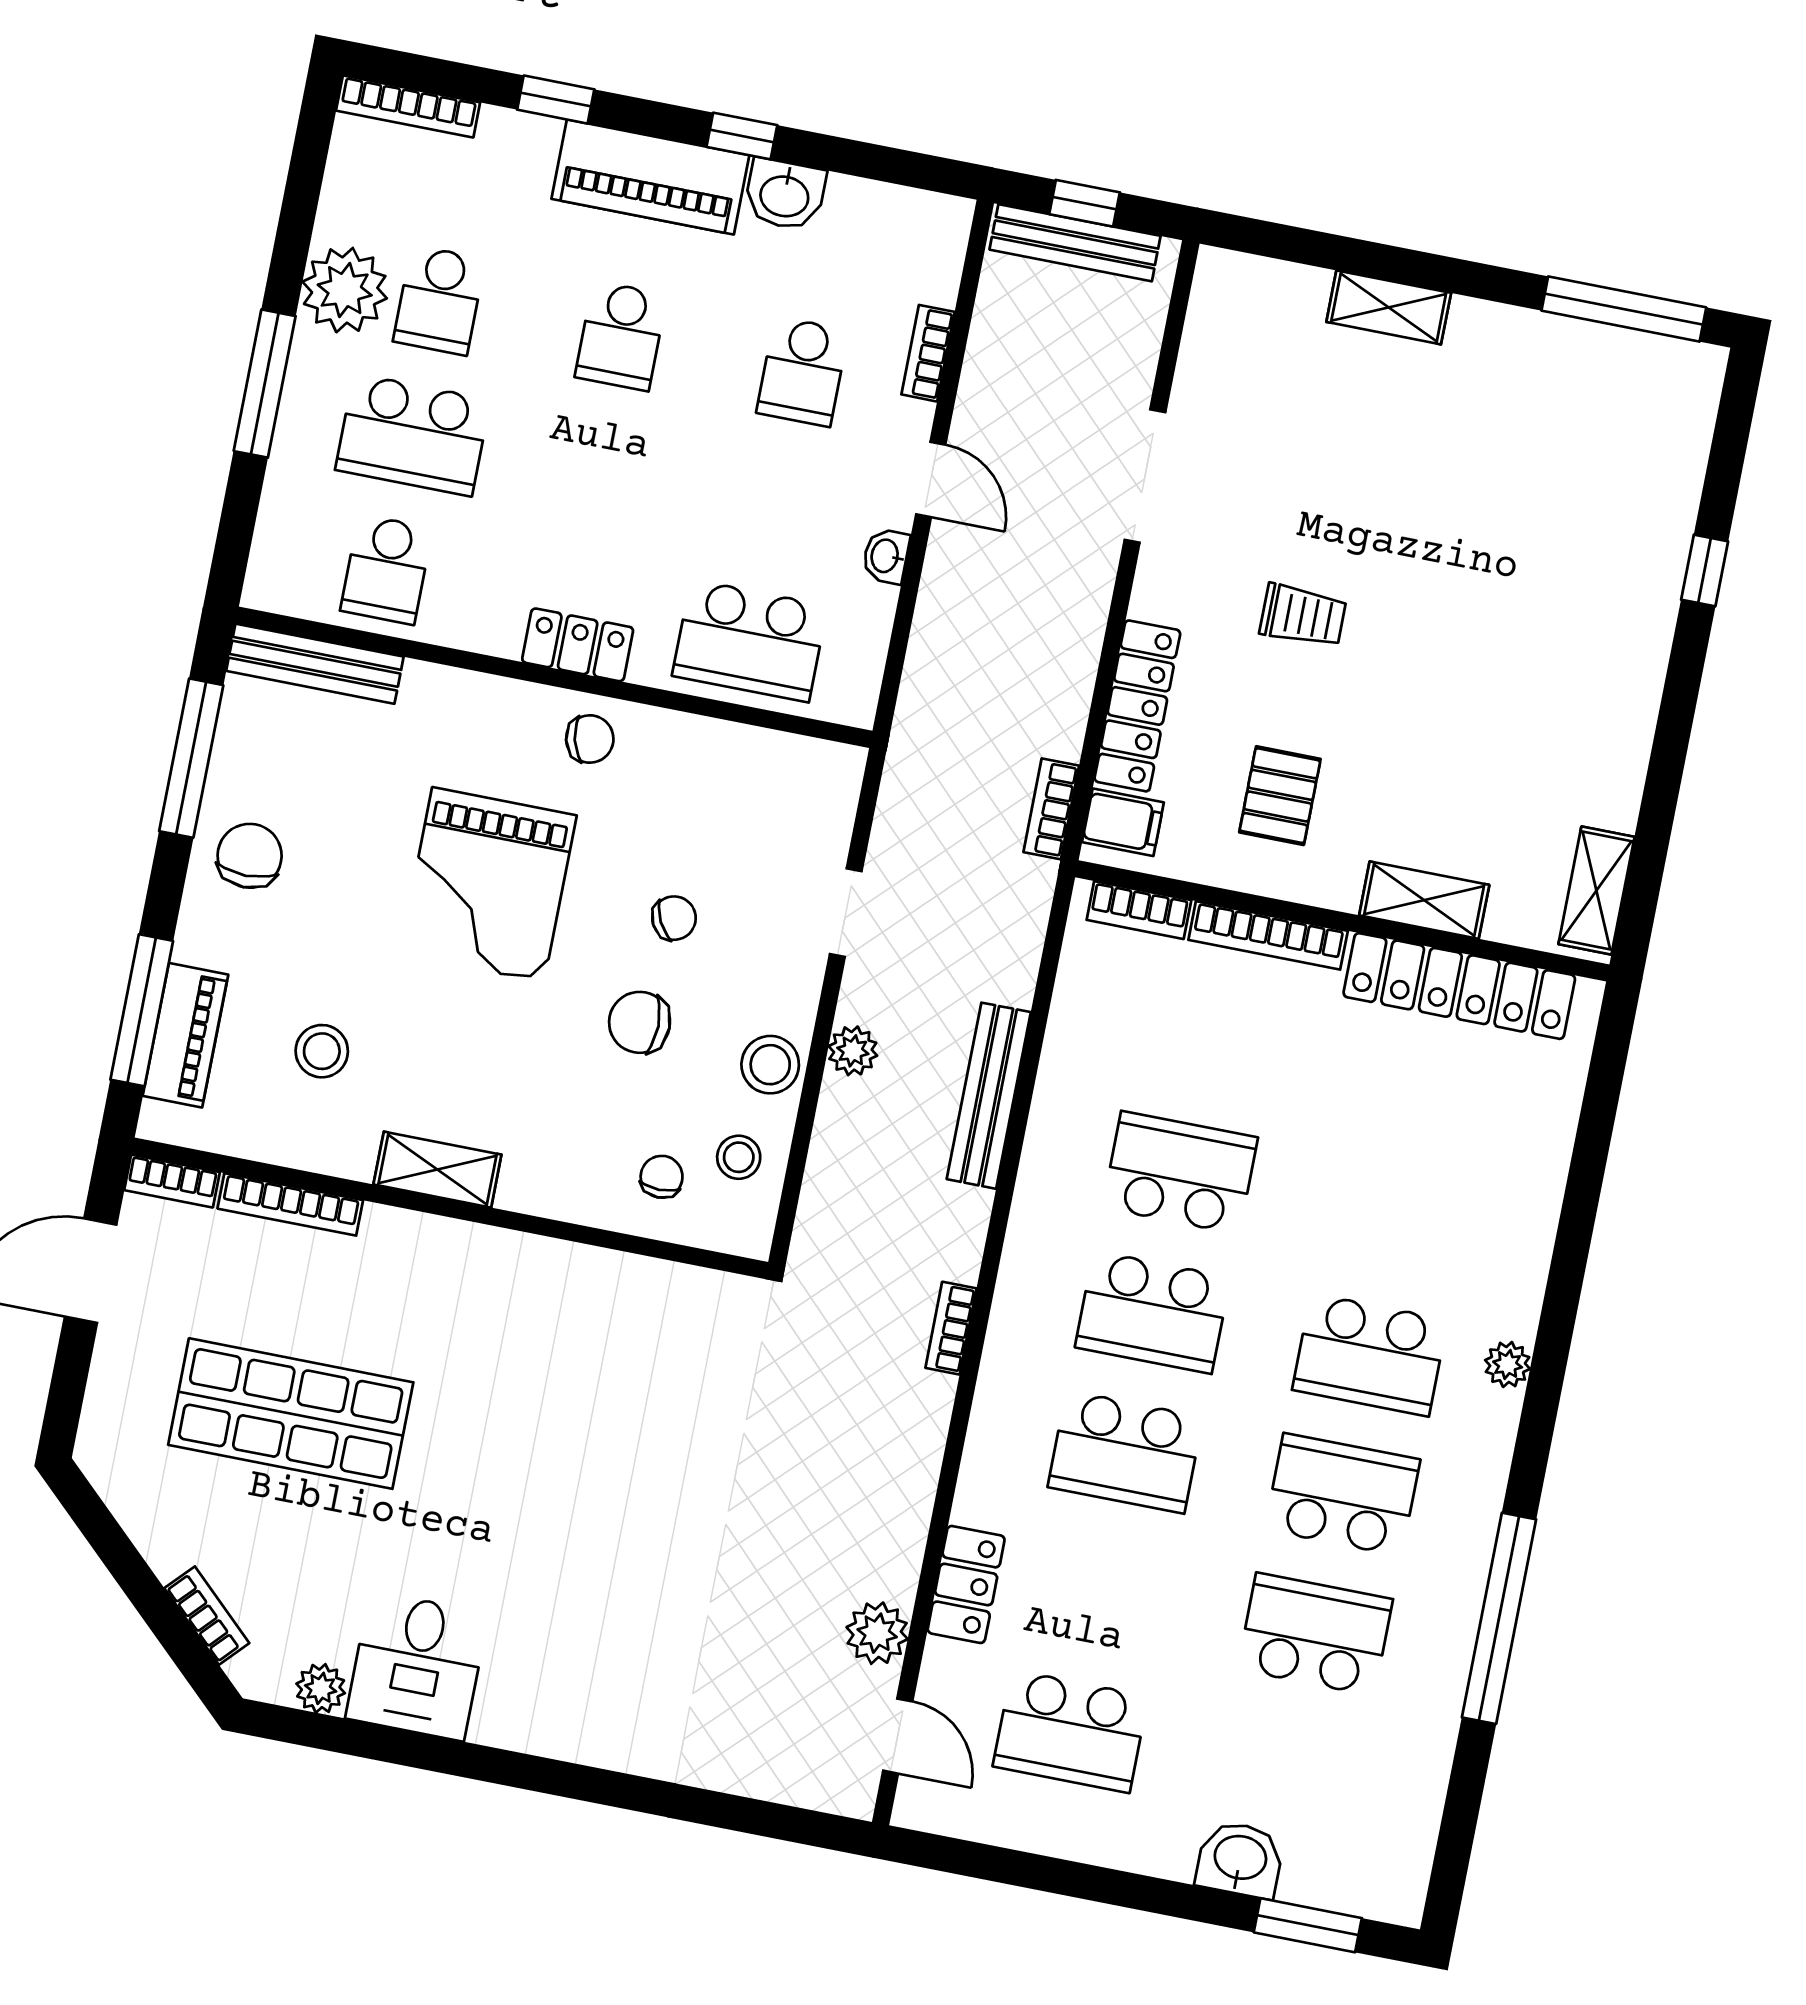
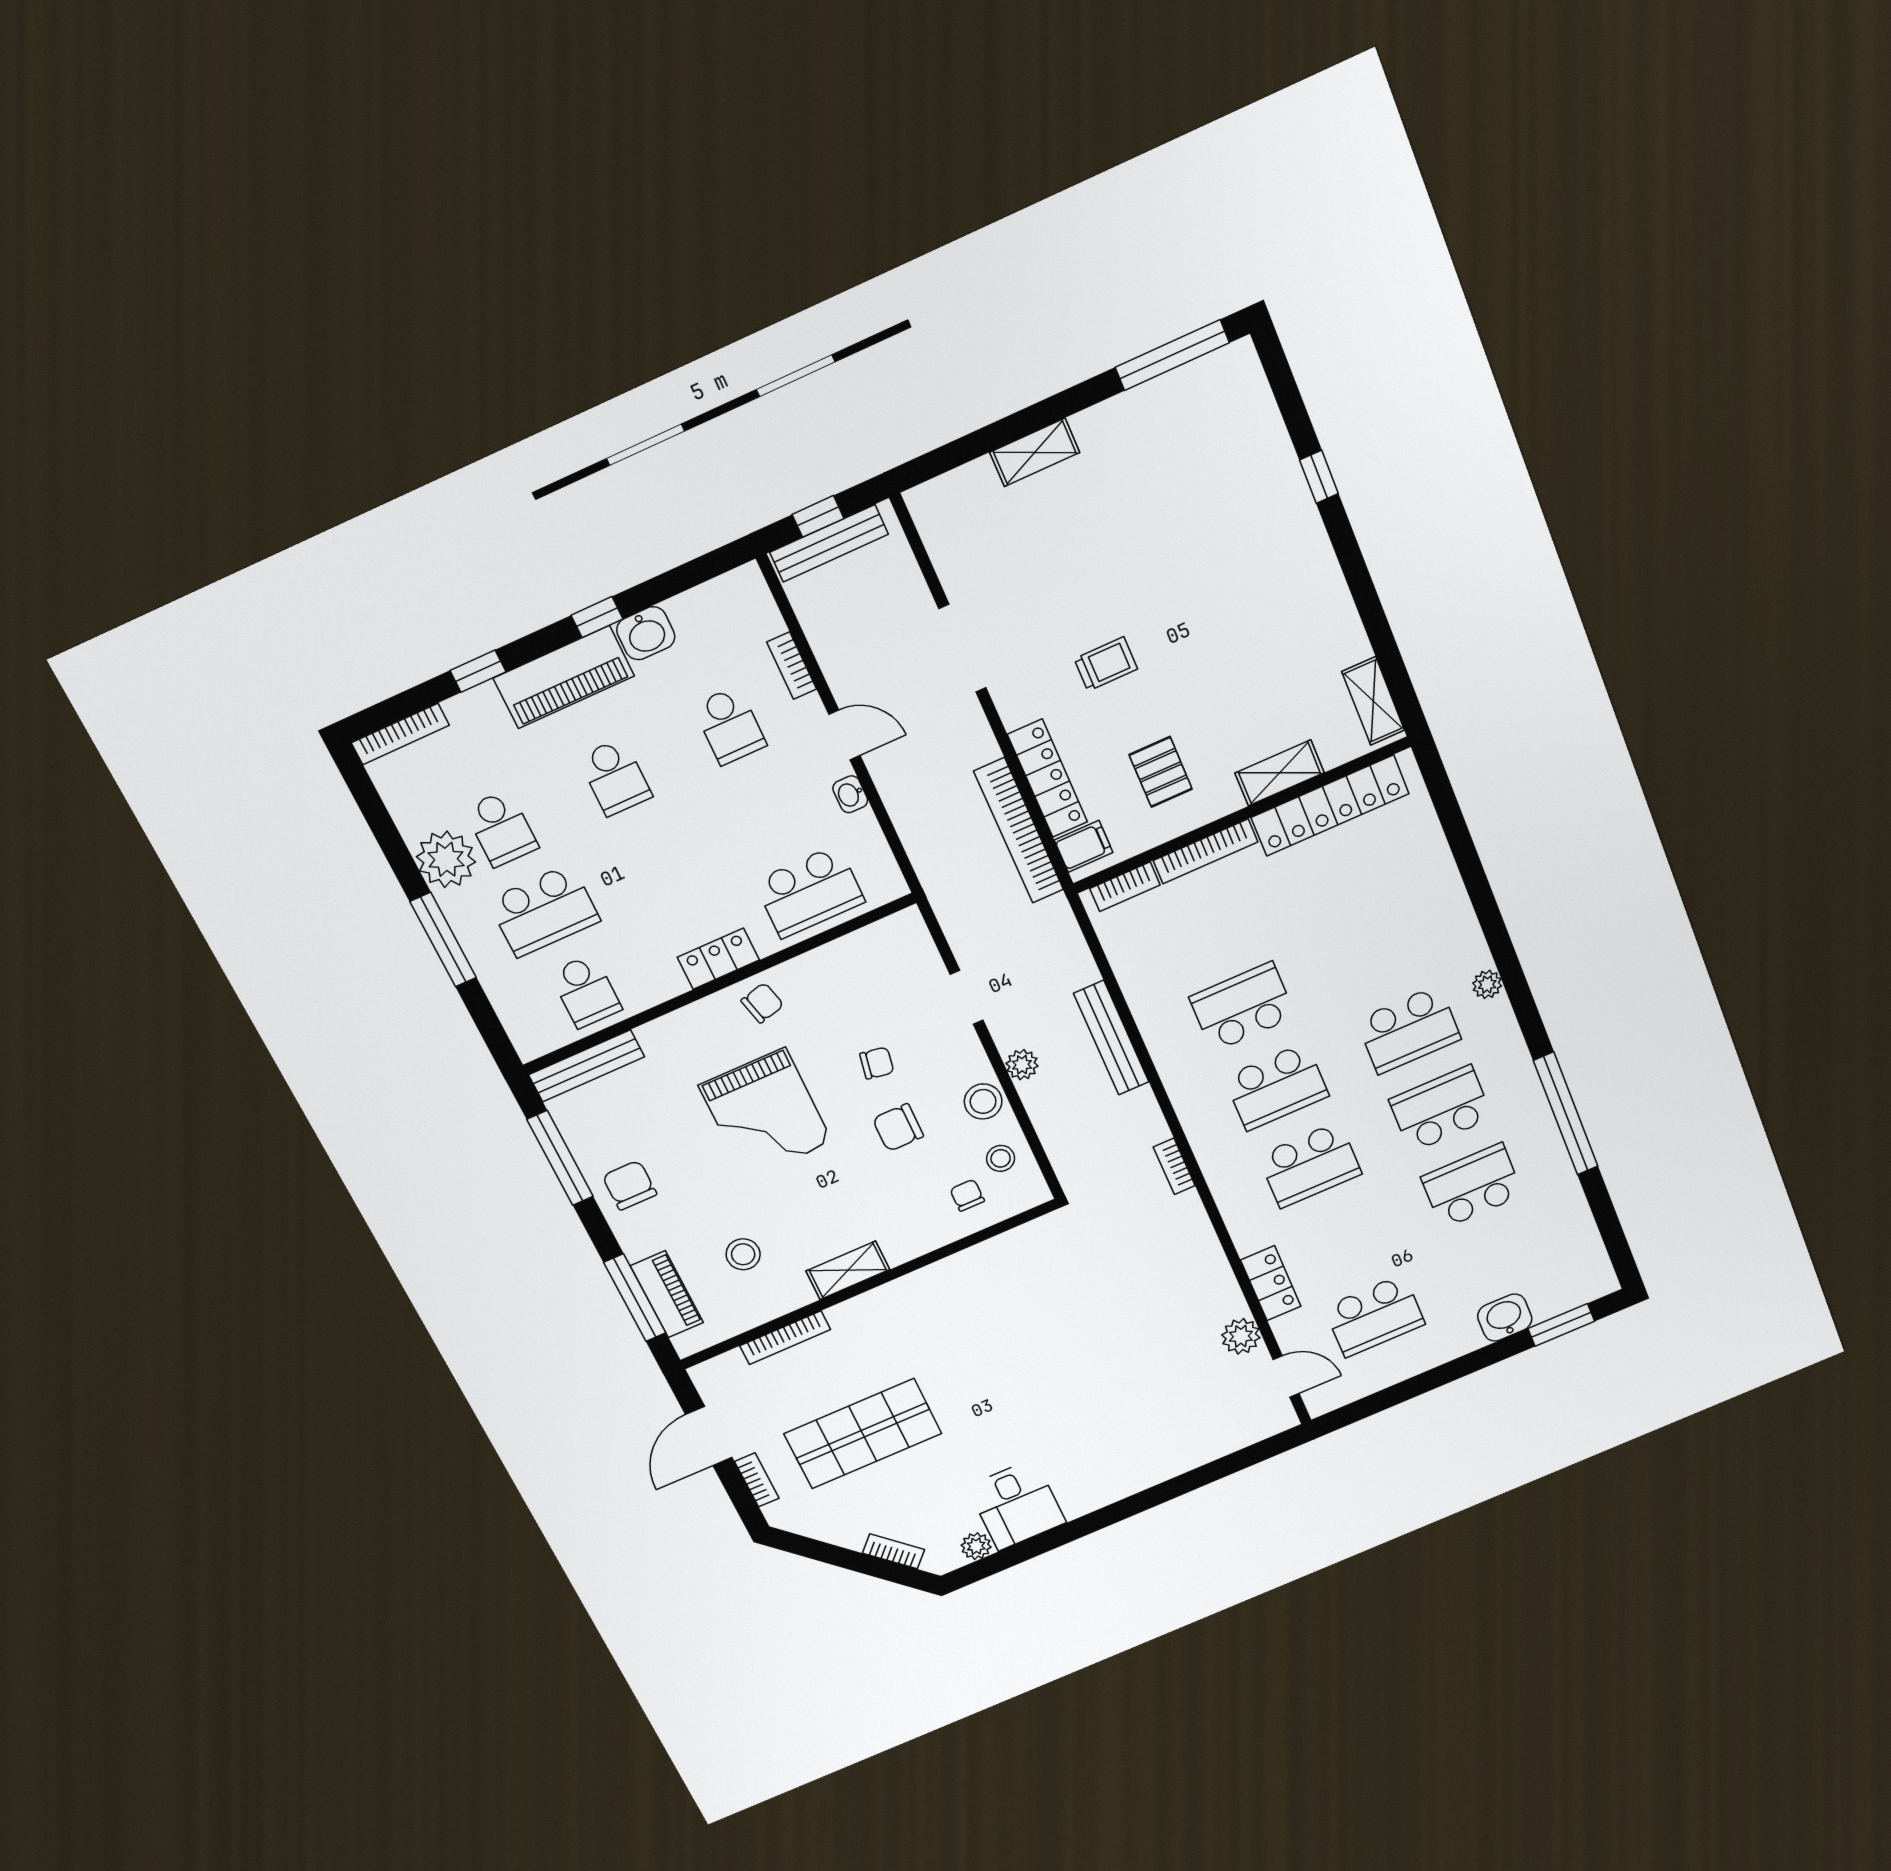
bookcase: (1051, 809) -> (1019, 831), width x2.31, depth x1.31
chair: (674, 918) -> (877, 1063), turned 37
bookcase: (172, 1181) -> (757, 1480), moved, turned -90

